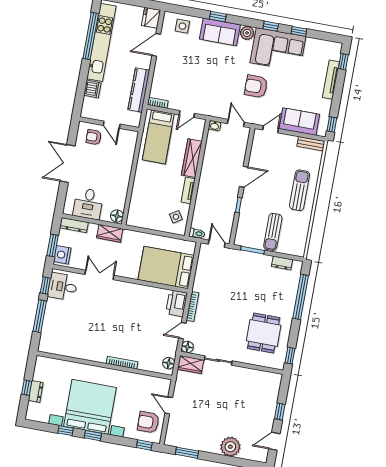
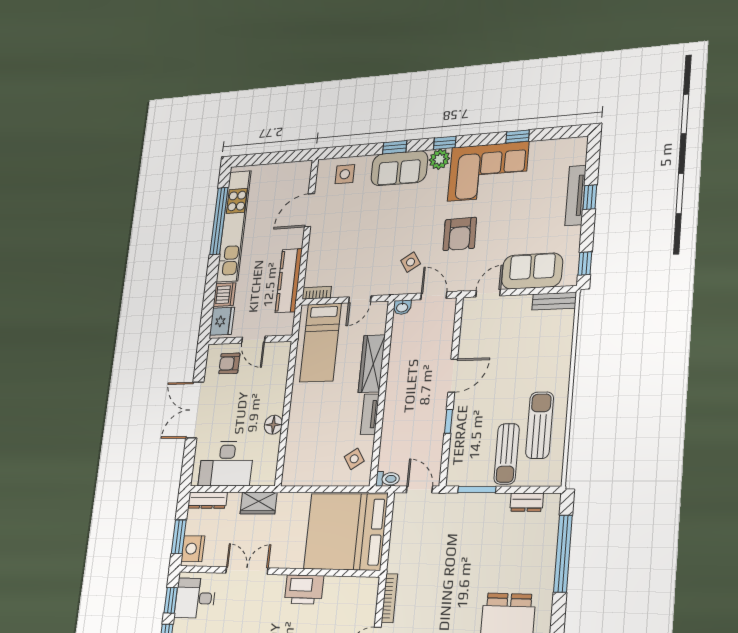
fridge: (151, 18) -> (222, 321), moved, turned 180
window: (271, 26) -> (445, 143), moved
window: (343, 62) -> (590, 197), moved
armchair: (256, 86) -> (460, 234), turned -91
side table: (222, 97) -> (411, 262), added
sun lounger: (300, 190) -> (540, 425), moved
desk: (88, 204) -> (226, 464), width x1.37
floor lamp: (117, 216) -> (273, 425), moved
bed: (166, 268) -> (346, 532), width x1.36
printer: (176, 303) -> (304, 589), moved, turned -90

